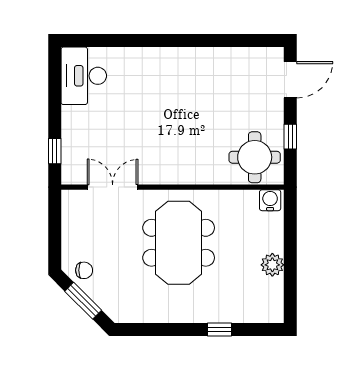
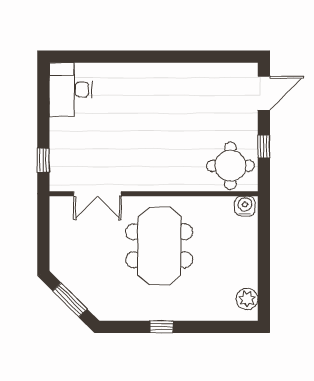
double door: (113, 187) -> (97, 194), swing flipped
plant: (272, 265) -> (247, 299), moved
chair: (84, 270) -> (71, 272), removed
window: (219, 329) -> (161, 327), moved

